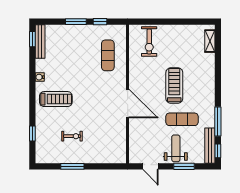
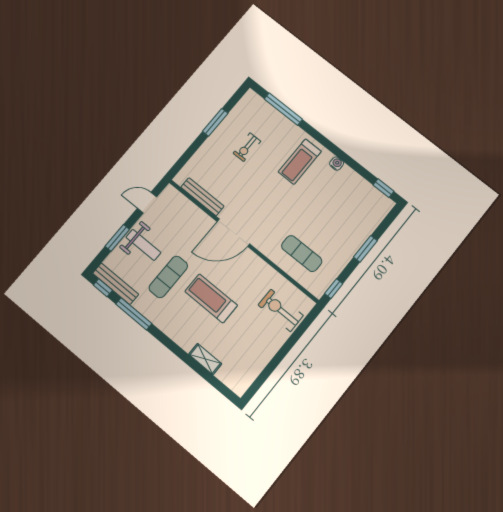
window: (100, 22) -> (334, 289), moved
shelving: (210, 41) -> (205, 359), moved
bench: (40, 42) -> (202, 197), moved
treadmill: (174, 86) -> (211, 298), turned 180
window: (32, 134) -> (283, 109), width x2.17

